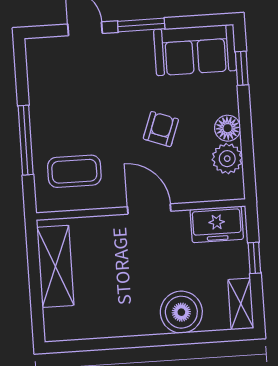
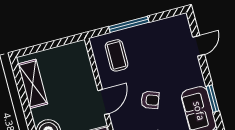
window: (141, 25) -> (213, 99), moved
shelving: (55, 266) -> (33, 84), moved, turned 90

